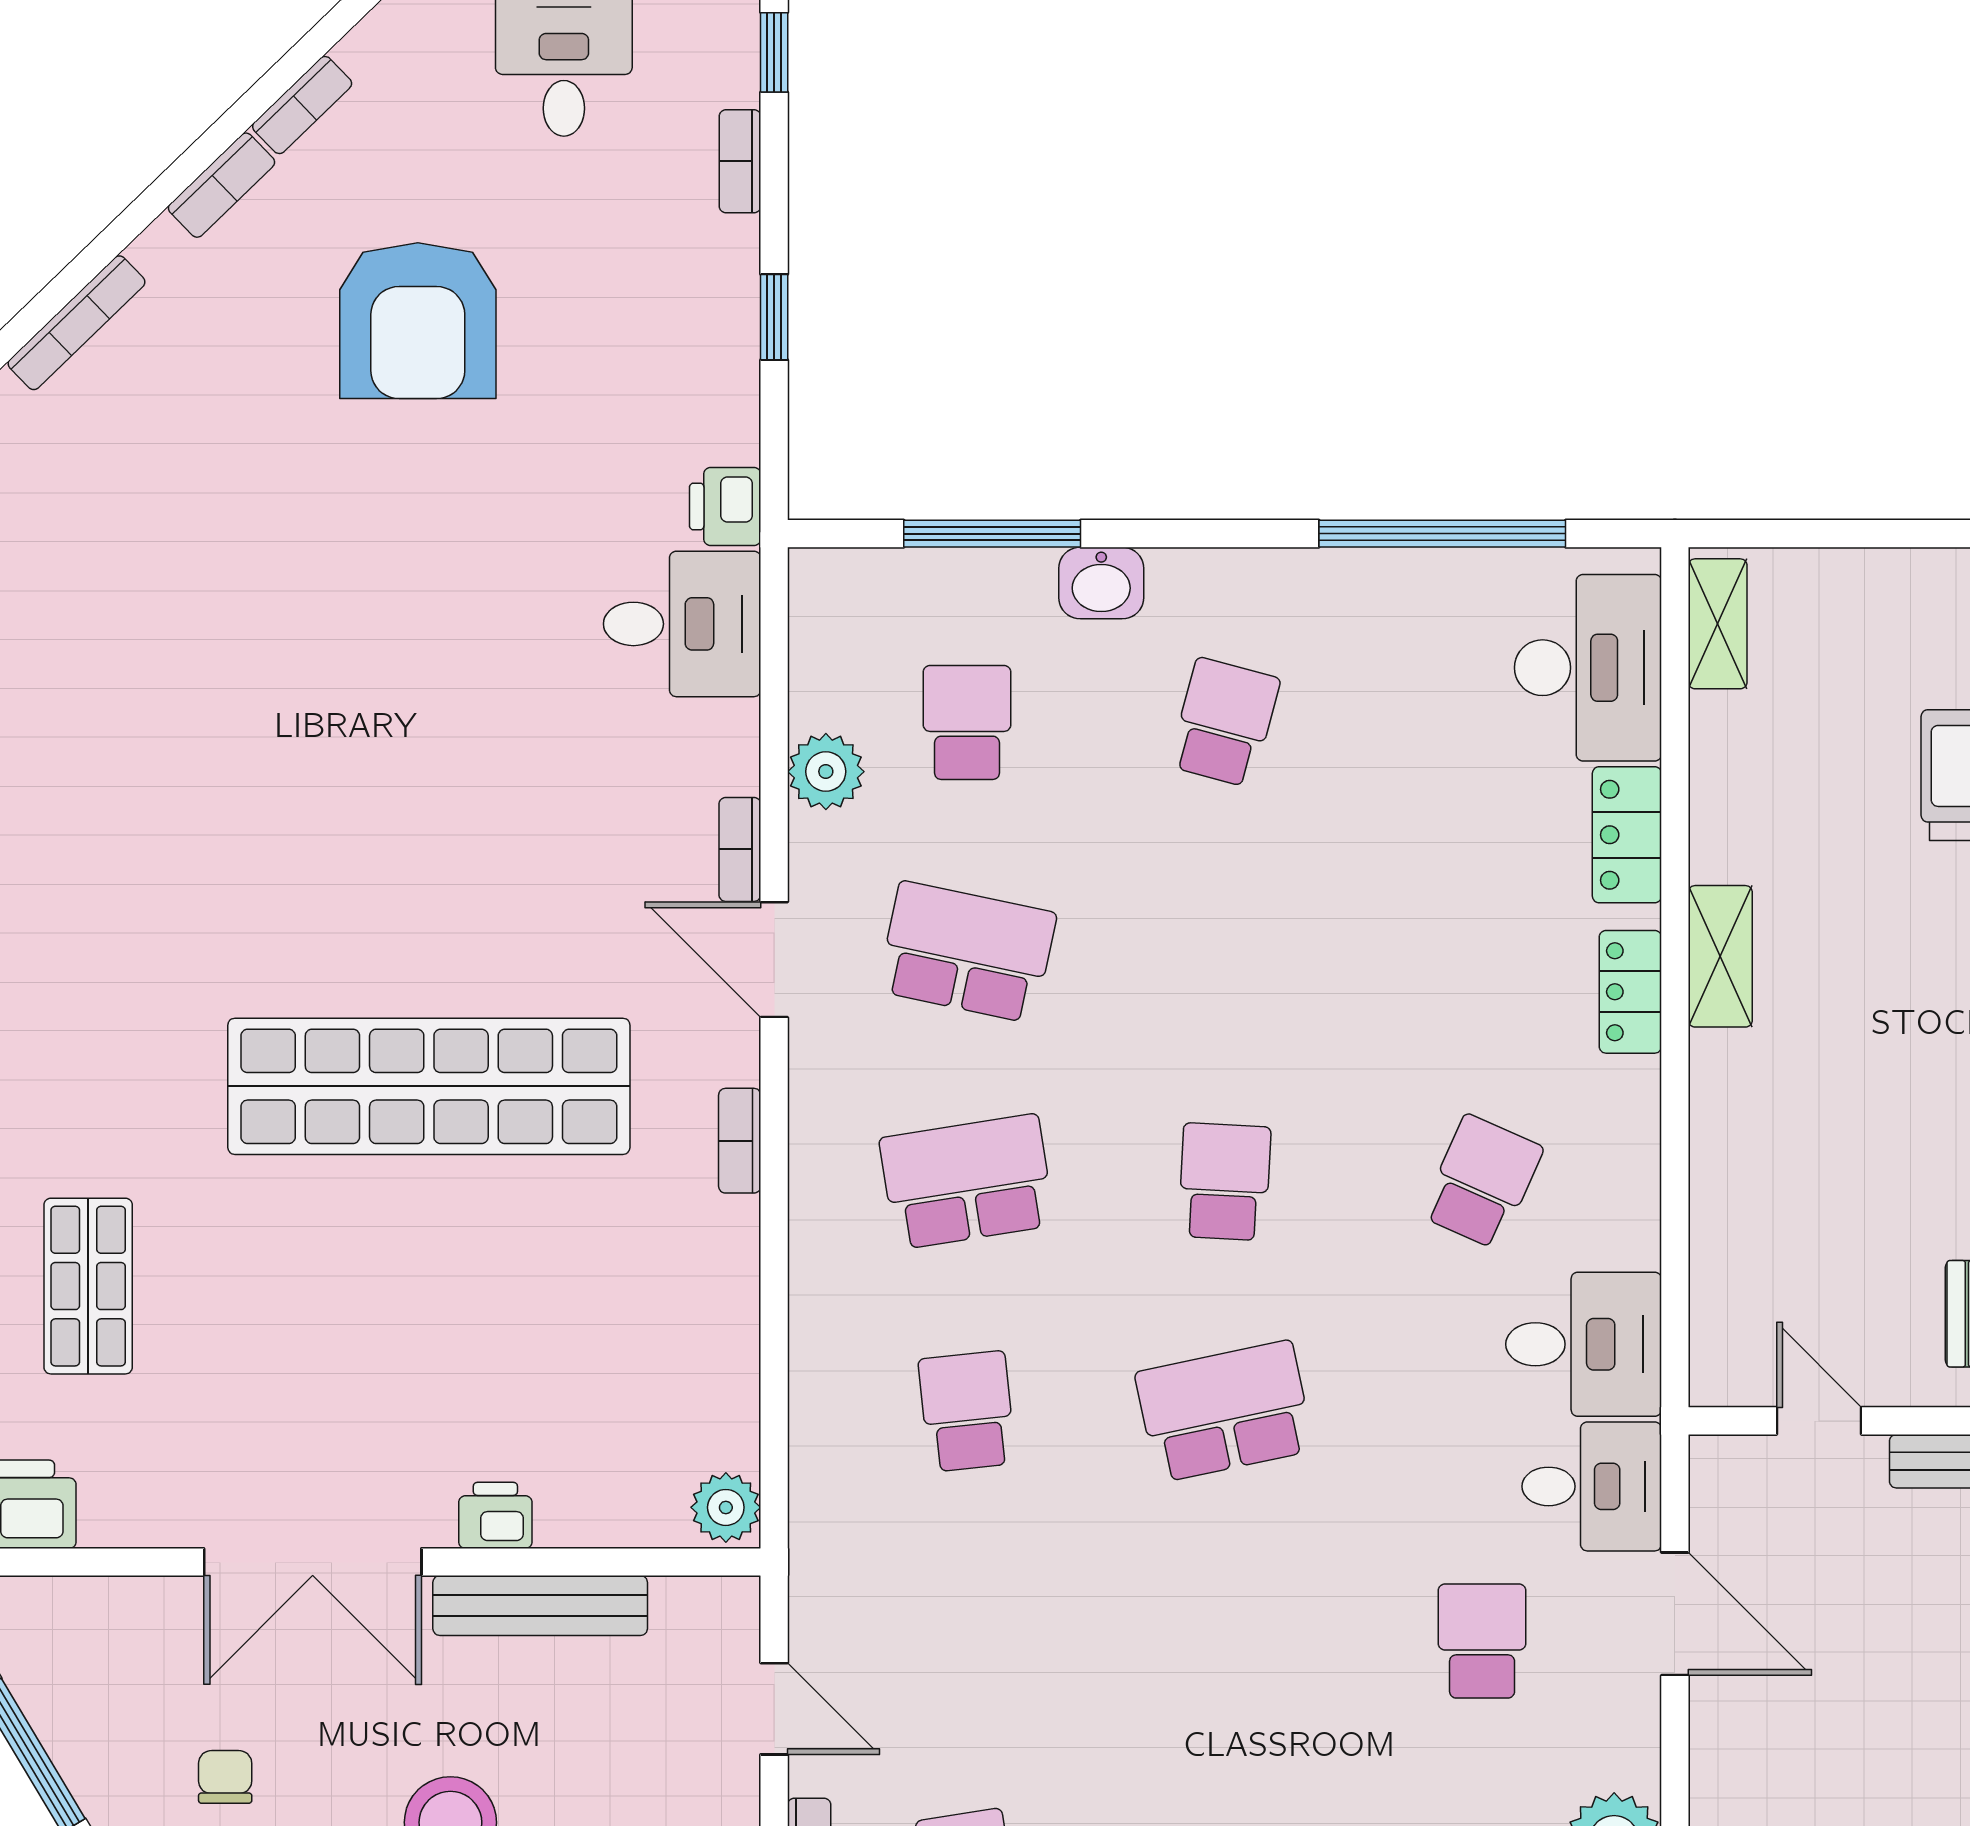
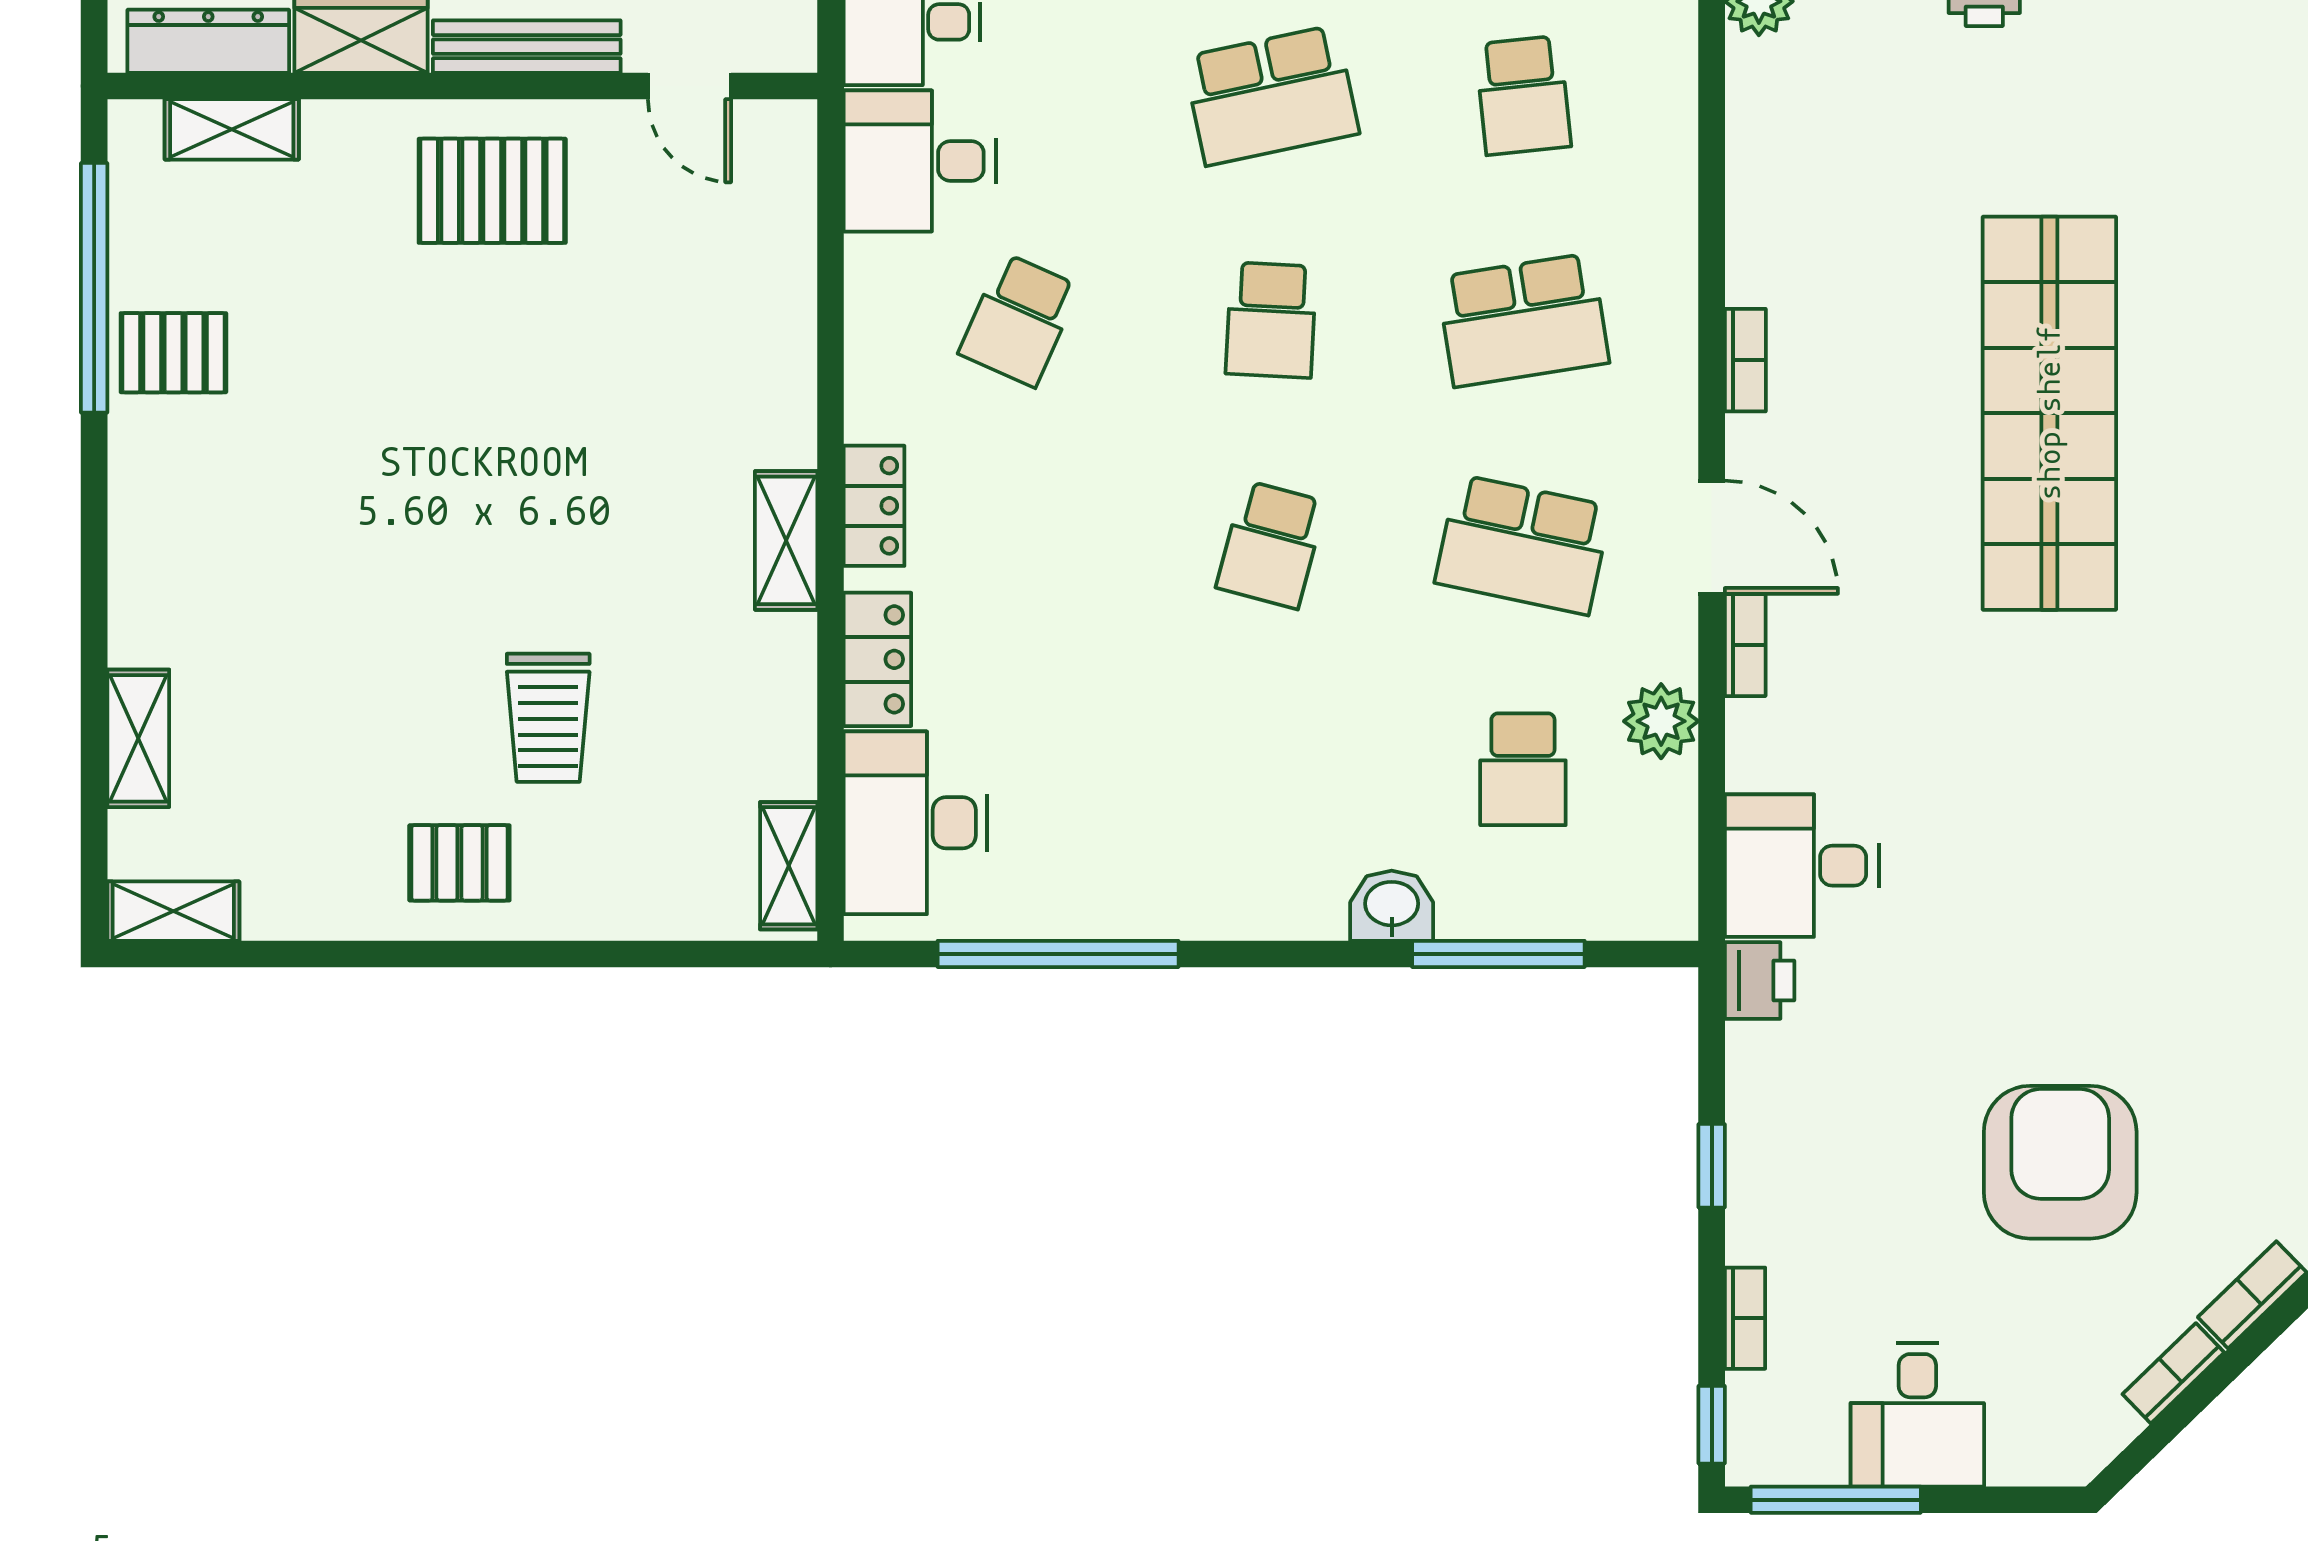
school desk: (1225, 722) -> (1271, 545), moved
shop shelf: (429, 1086) -> (2049, 413), turned 90

